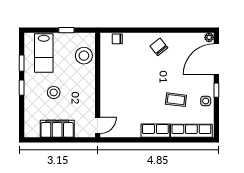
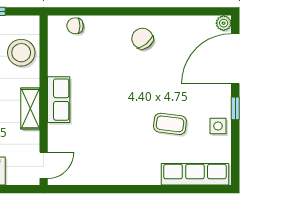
shelving: (89, 90) -> (30, 109), added
row of seats: (155, 131) -> (59, 100), moved, turned 90

